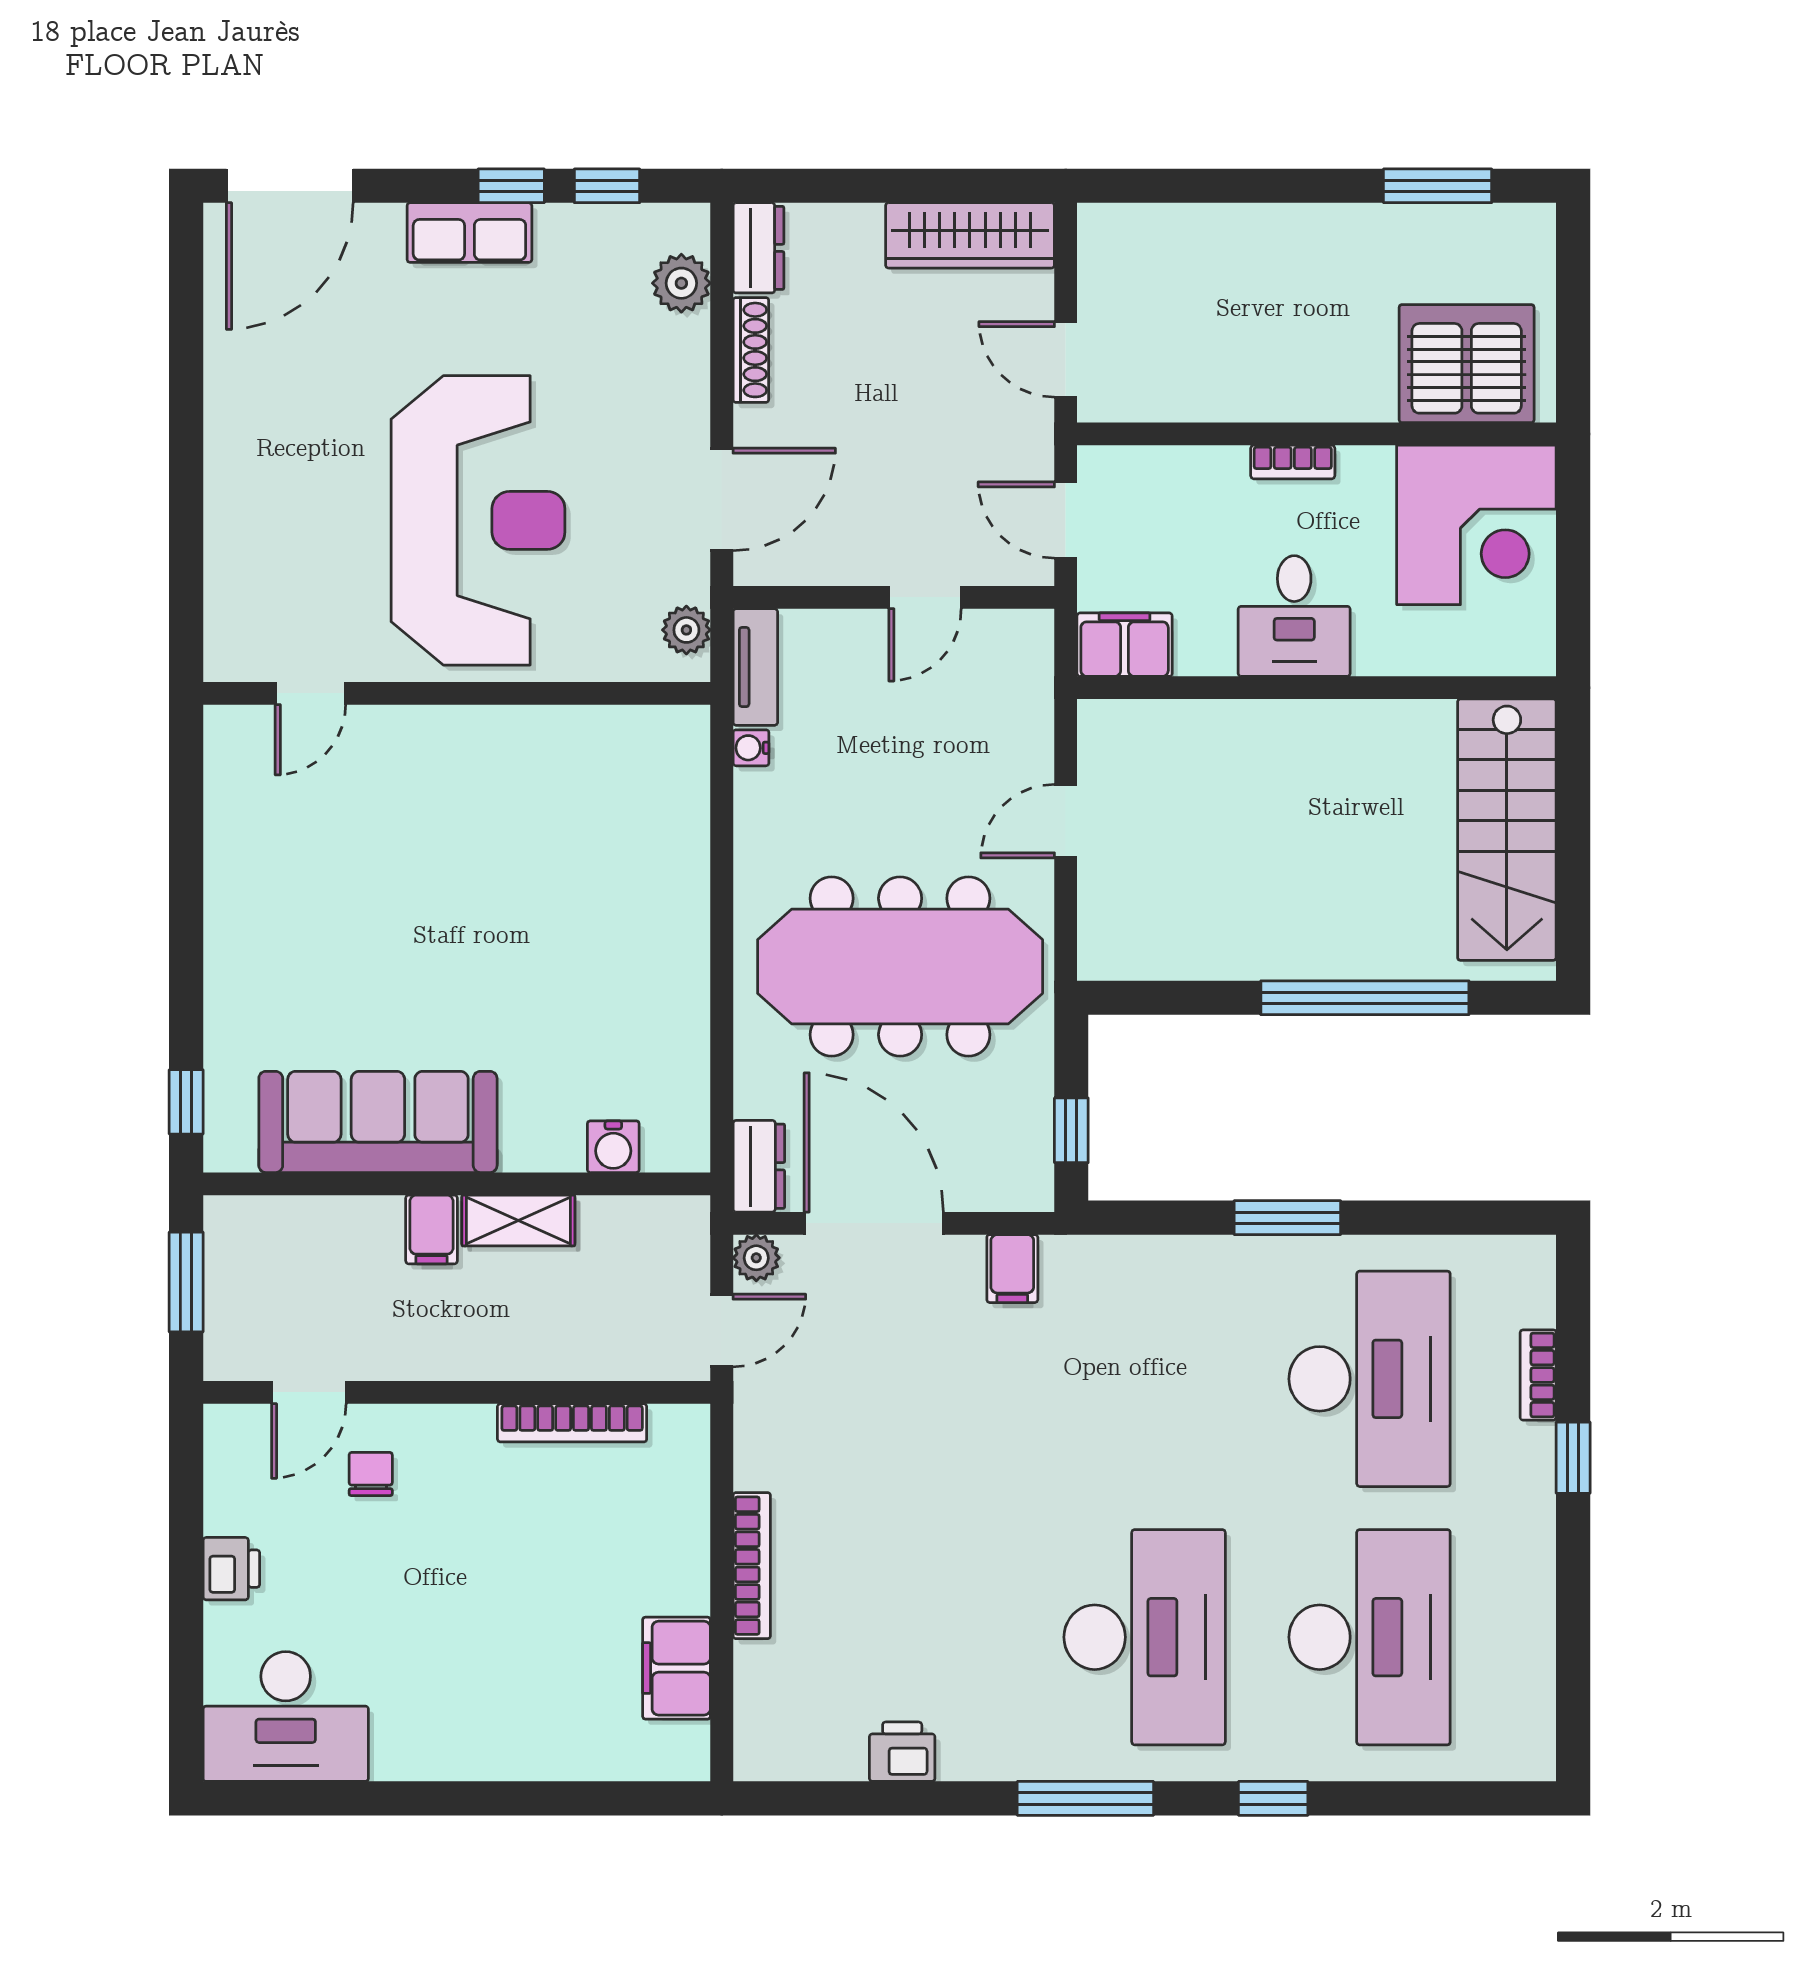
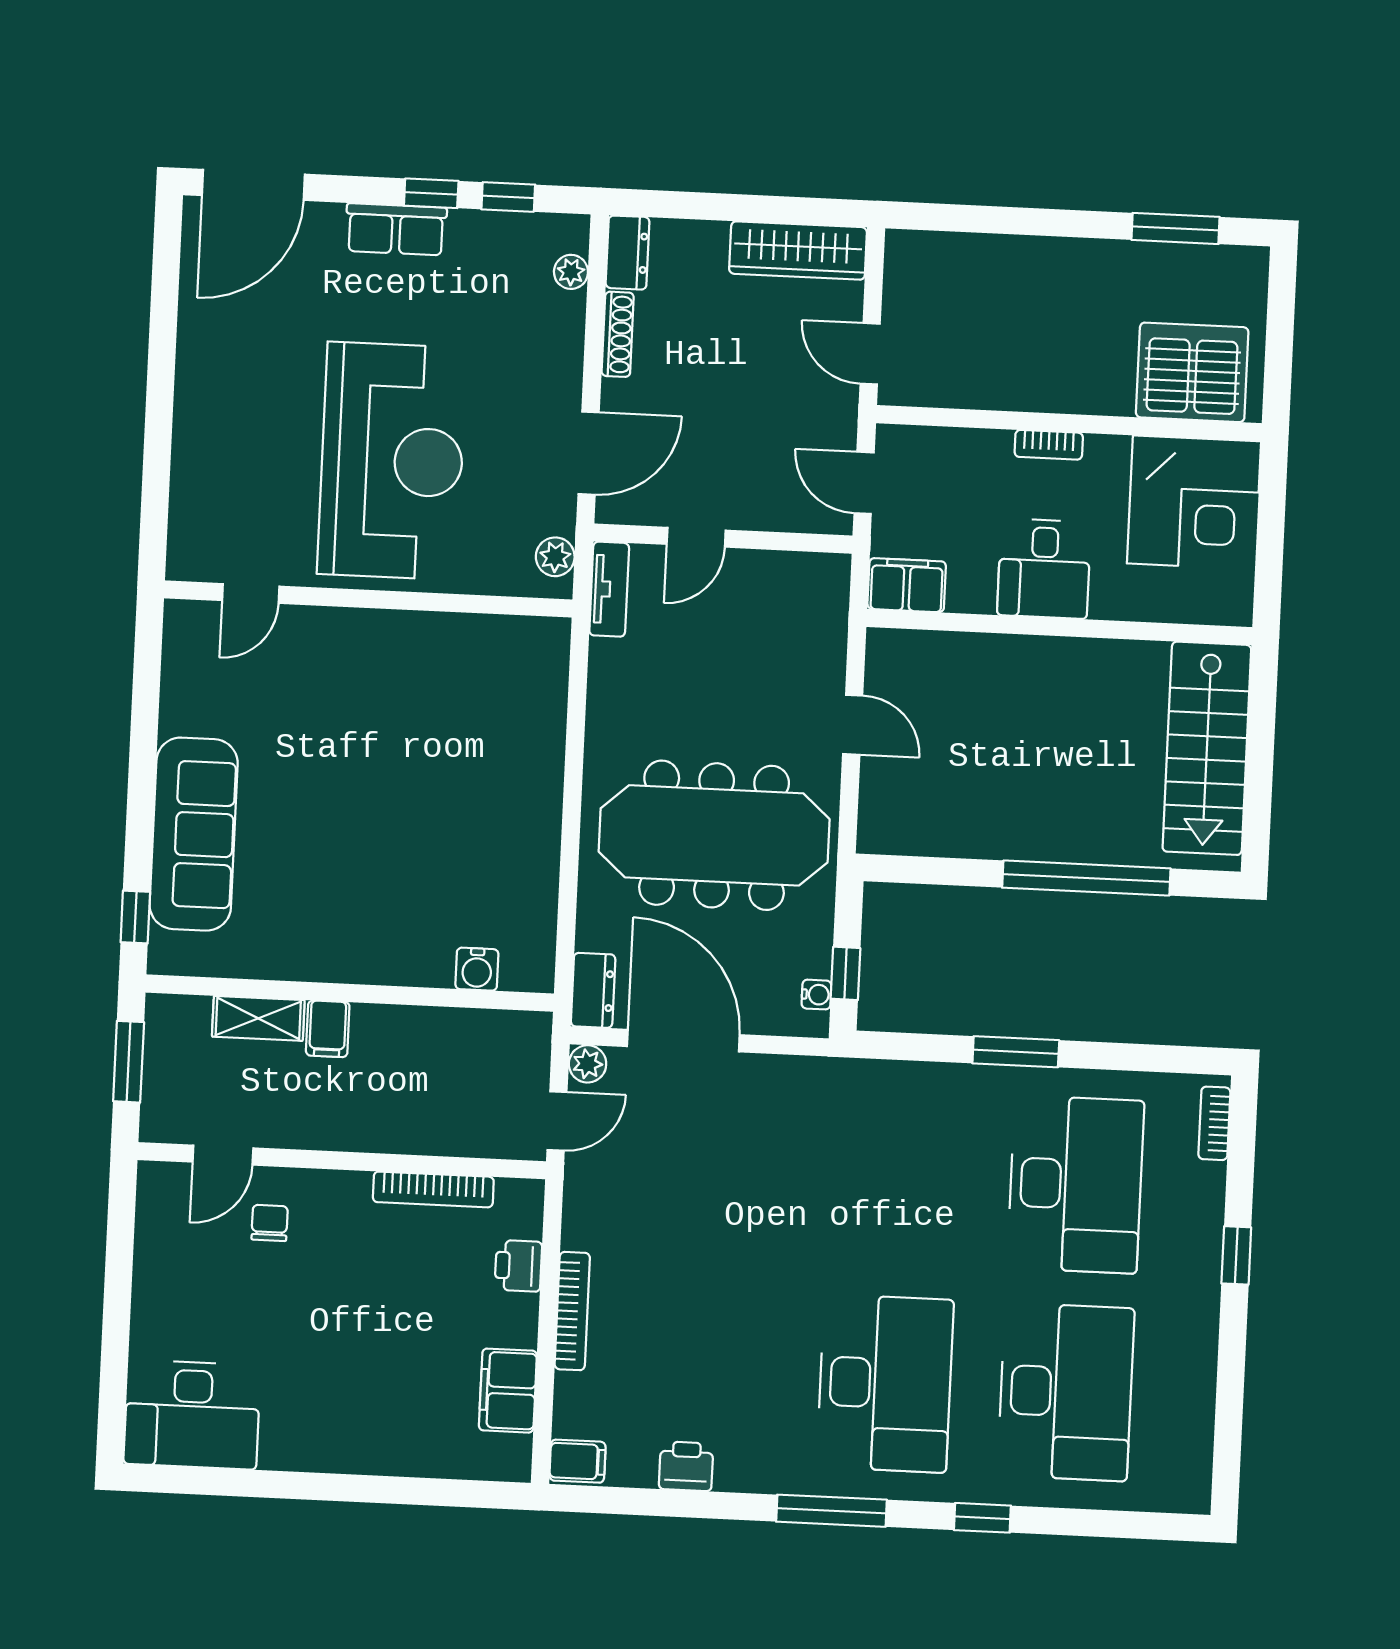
plant: (681, 283) -> (571, 272), width x0.73, depth x0.73
door: (925, 597) -> (696, 537), moved
water cooler: (751, 748) -> (816, 995), moved, turned 180
door: (1066, 821) -> (853, 725), swing flipped
sofa: (378, 1122) -> (194, 834), moved, turned 90
shelving: (518, 1221) -> (258, 1018), moved
filing cabinet: (1012, 1269) -> (577, 1461), moved, turned -90
bookcase: (1538, 1375) -> (1214, 1123), moved
printer: (231, 1569) -> (518, 1266), moved, turned 180

